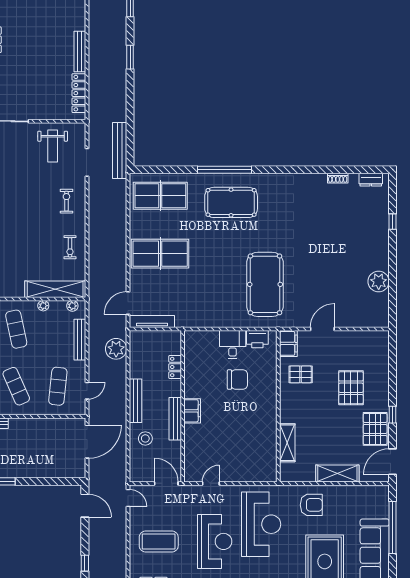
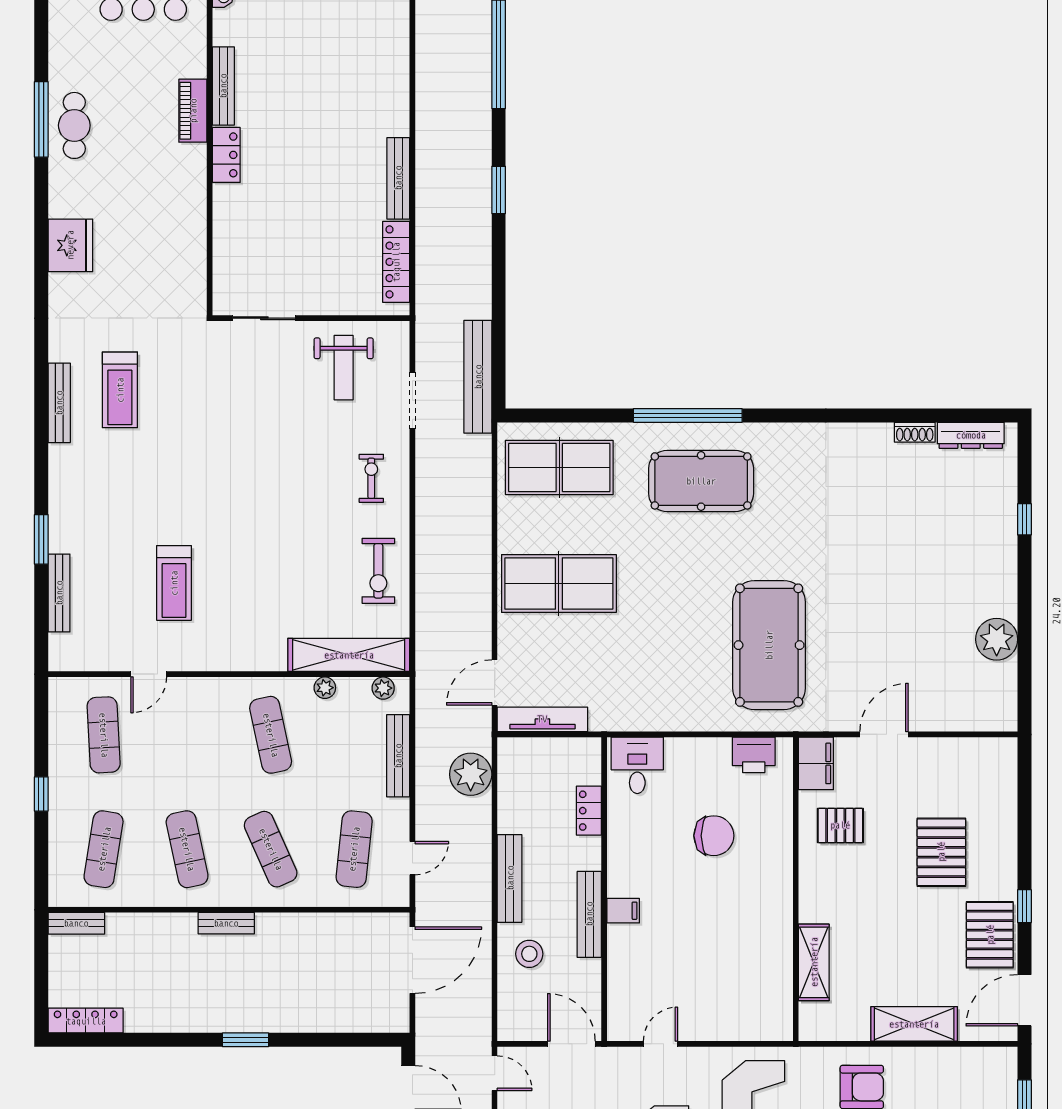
dresser: (371, 180) -> (971, 435), width x1.44
exercise bike: (70, 247) -> (378, 571), width x1.38, depth x1.39
desk: (233, 344) -> (637, 765), moved
filing cabinet: (192, 411) -> (623, 911), width x0.50

